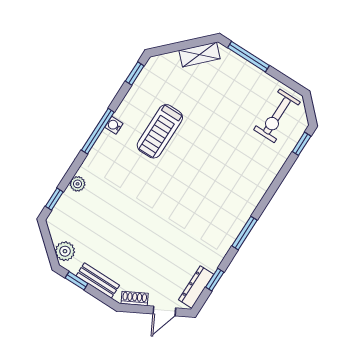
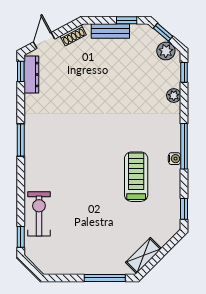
exercise bike: (277, 116) -> (39, 214), moved
window: (50, 249) -> (163, 32), added
plant: (65, 251) -> (166, 51), moved
window: (215, 280) -> (21, 71), moved

